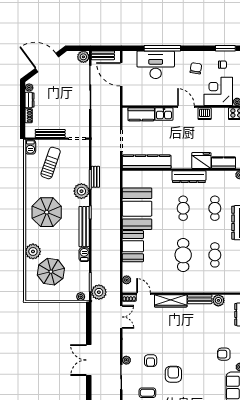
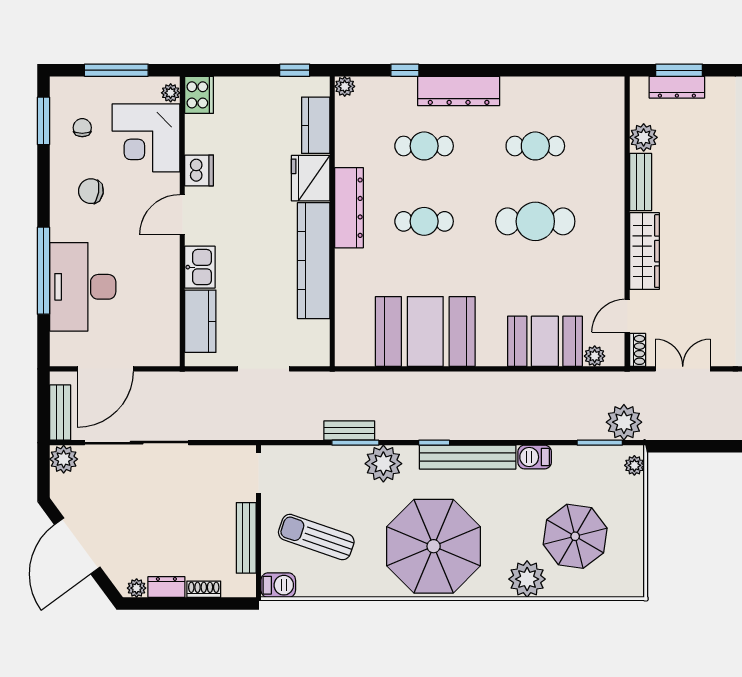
kitchen counter: (147, 162) -> (314, 261), moved
parasol: (47, 212) -> (434, 546), width x1.36, depth x1.36
booth: (133, 246) -> (545, 341), moved

